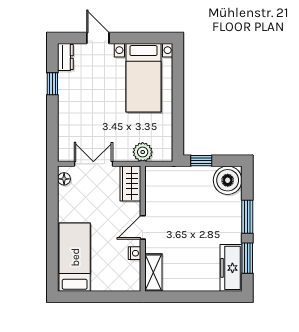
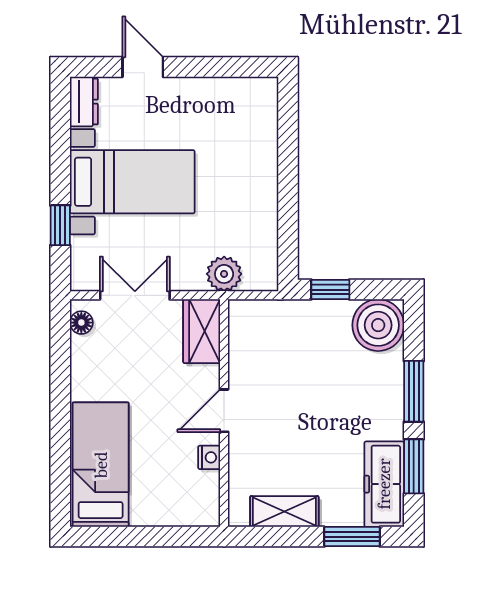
bed with nightstands: (144, 78) -> (132, 182), moved, turned -90
window: (52, 84) -> (60, 225), moved
shelving: (153, 273) -> (284, 511), moved, turned 90
window: (213, 297) -> (352, 537), added

